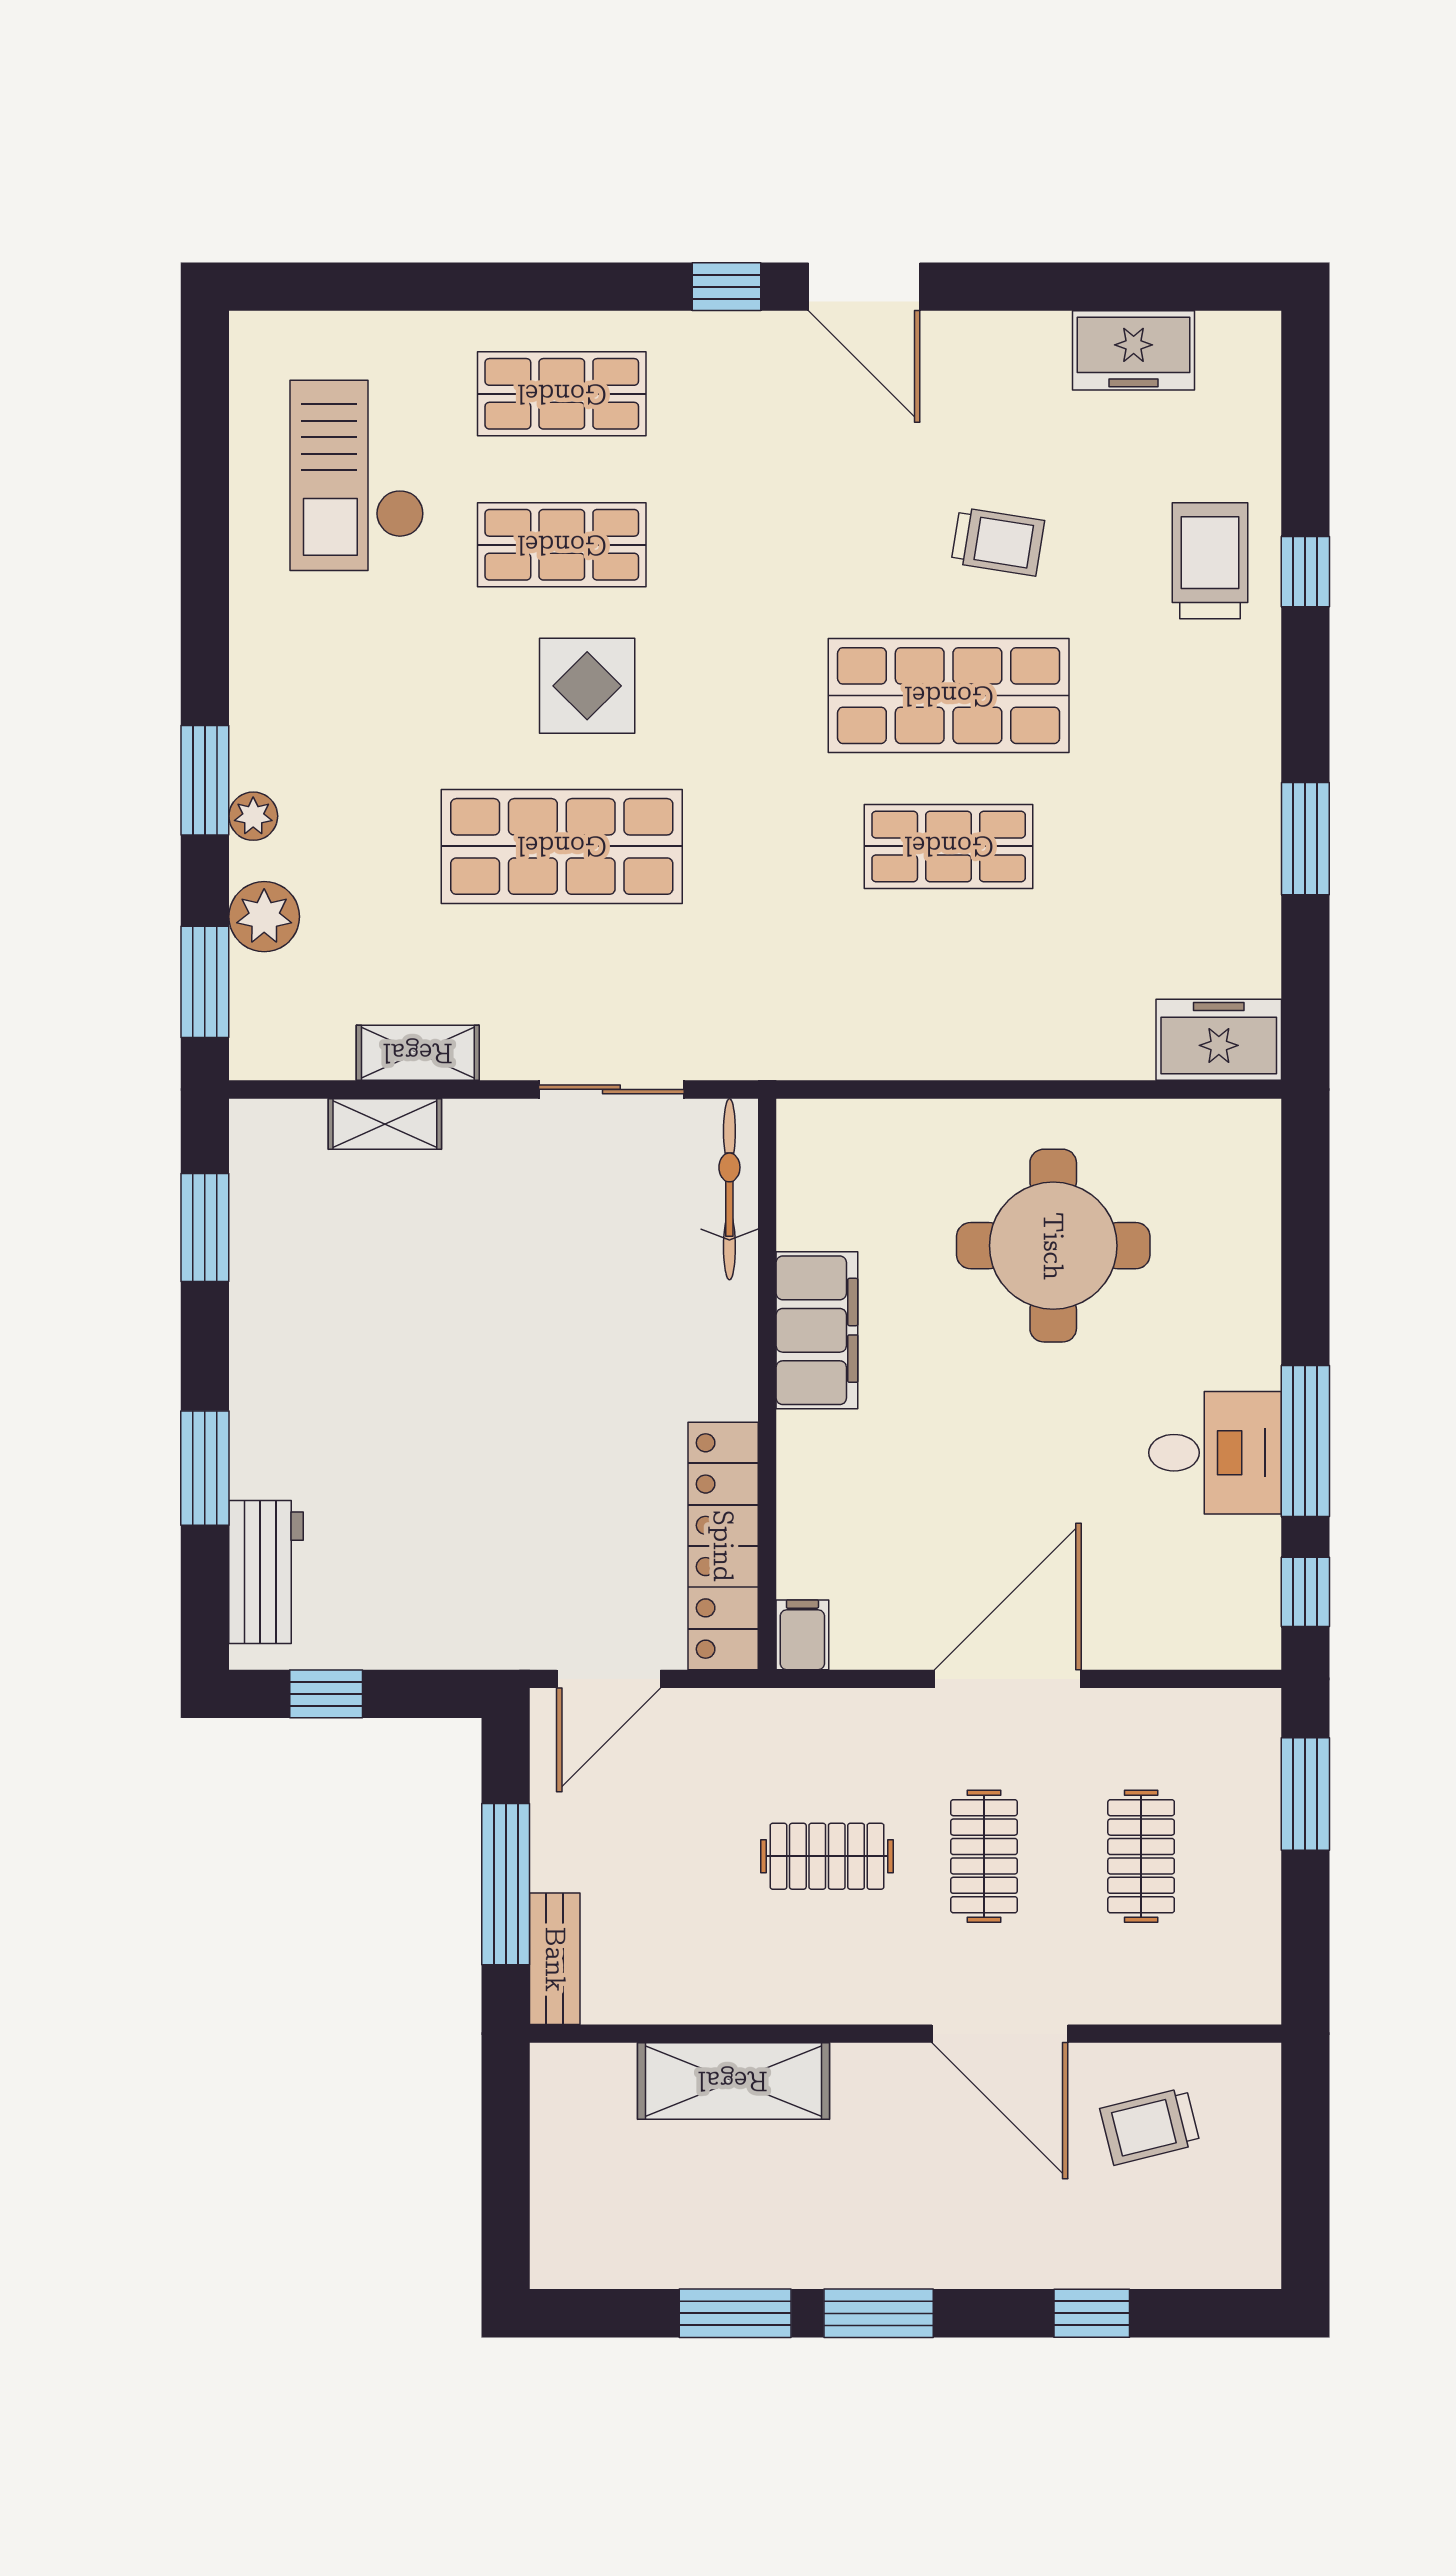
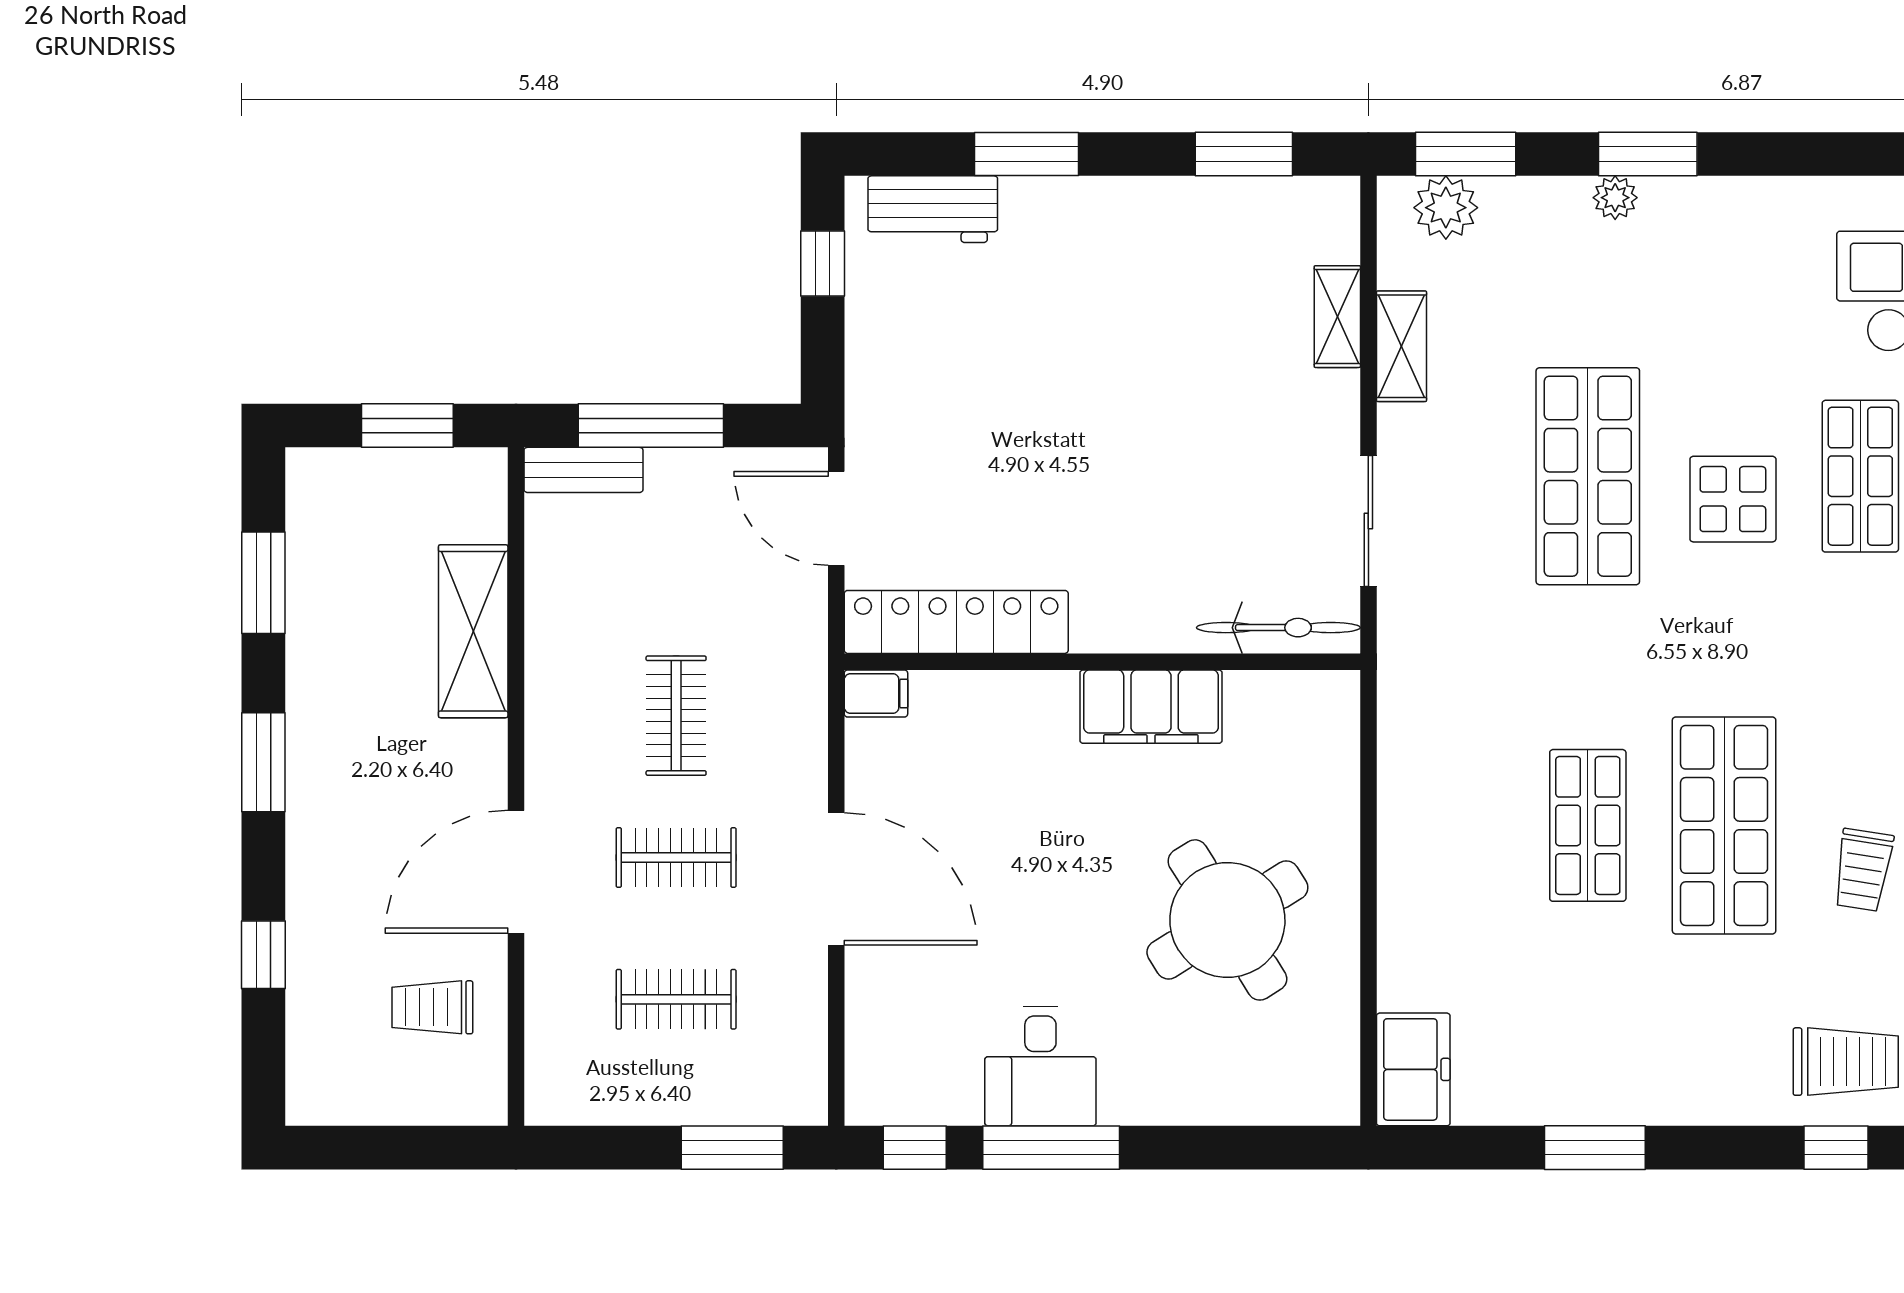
plant: (264, 917) -> (1446, 208), moved
round table: (1053, 1246) -> (1227, 920), turned -32
trolley: (1150, 2126) -> (432, 1007), turned -76
window: (506, 2154) -> (407, 425), added
window: (735, 2313) -> (263, 583), moved

